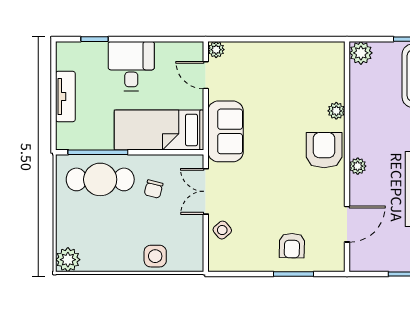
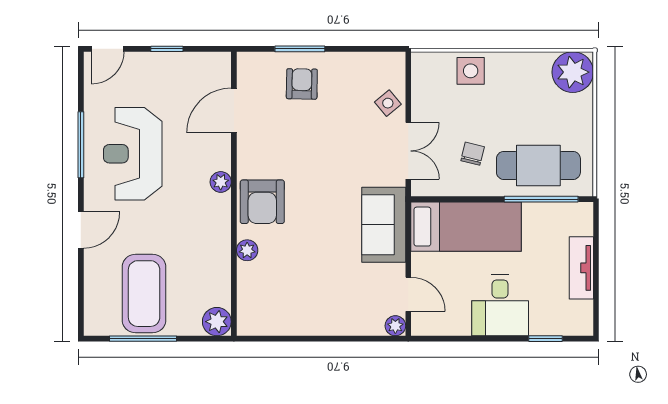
plant: (68, 260) -> (573, 72), width x1.36, depth x1.36

